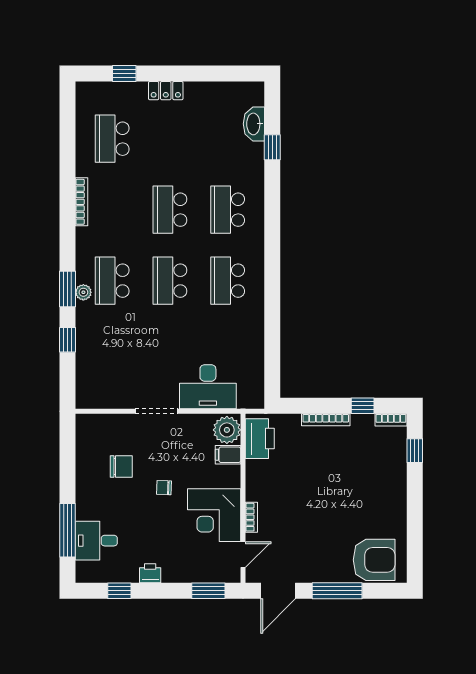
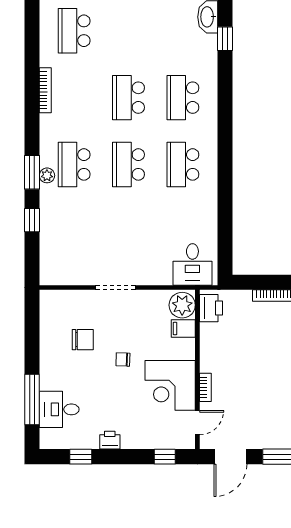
desk: (208, 387) -> (192, 264), moved, width x0.73
printer: (260, 439) -> (211, 308), width x0.73, depth x0.84
window: (208, 591) -> (165, 457), width x0.67

